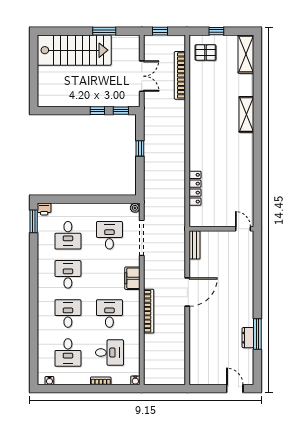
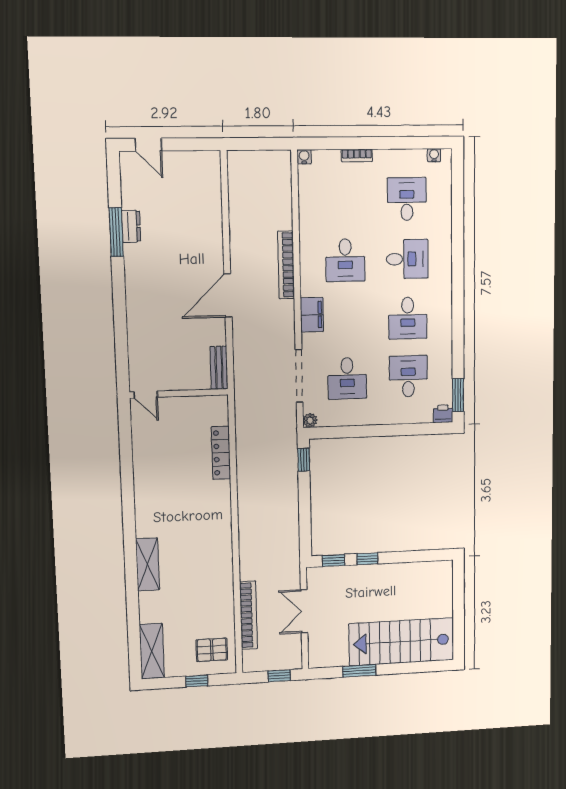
window: (140, 148) -> (304, 460), moved
desk: (68, 313) -> (407, 259), turned -90
desk: (109, 353) -> (344, 200), removed

